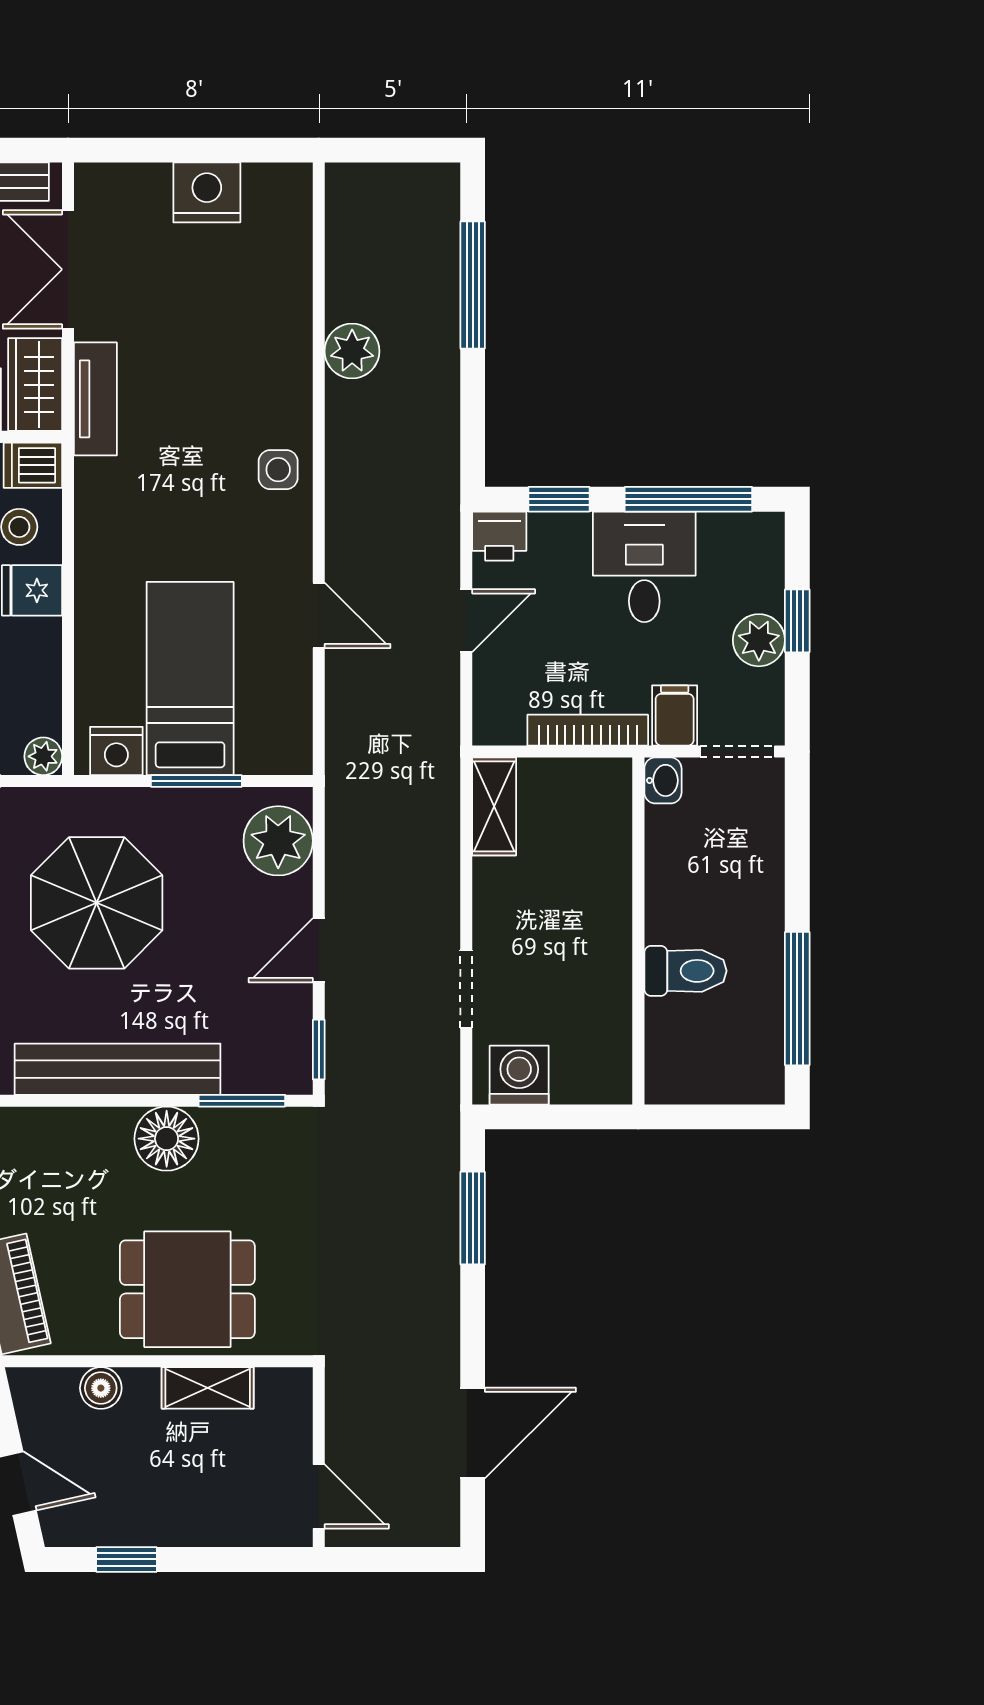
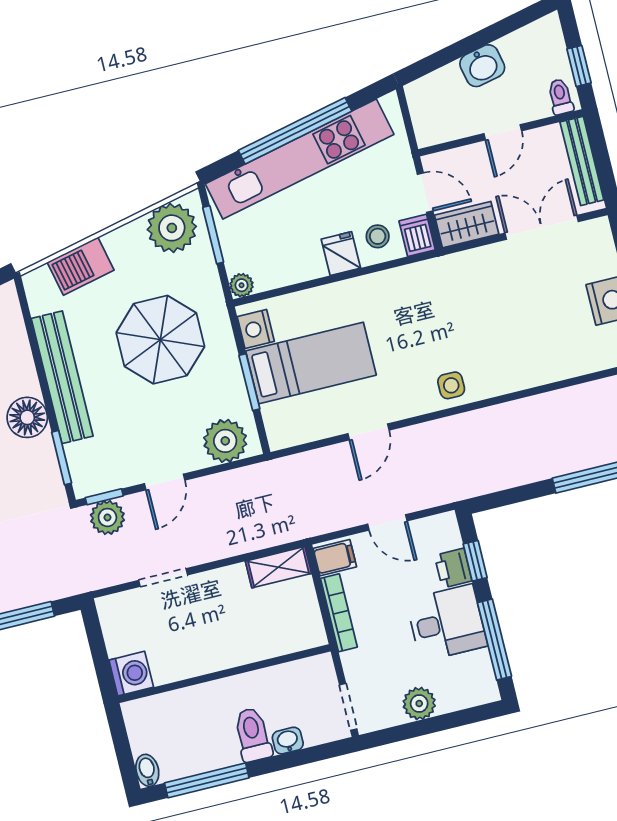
plant: (352, 351) -> (107, 517), moved
tv unit: (95, 399) -> (467, 264), removed
printer: (499, 536) -> (453, 568), moved
window: (797, 621) -> (437, 724), removed
filing cabinet: (675, 715) -> (335, 558), moved
washbasin: (663, 780) -> (288, 741), moved, turned 180
door: (319, 950) -> (165, 482), swing flipped
toilet: (686, 971) -> (253, 735), moved, turned 180
washing machine: (519, 1075) -> (131, 674), moved
bidet: (759, 1087) -> (147, 770), added

